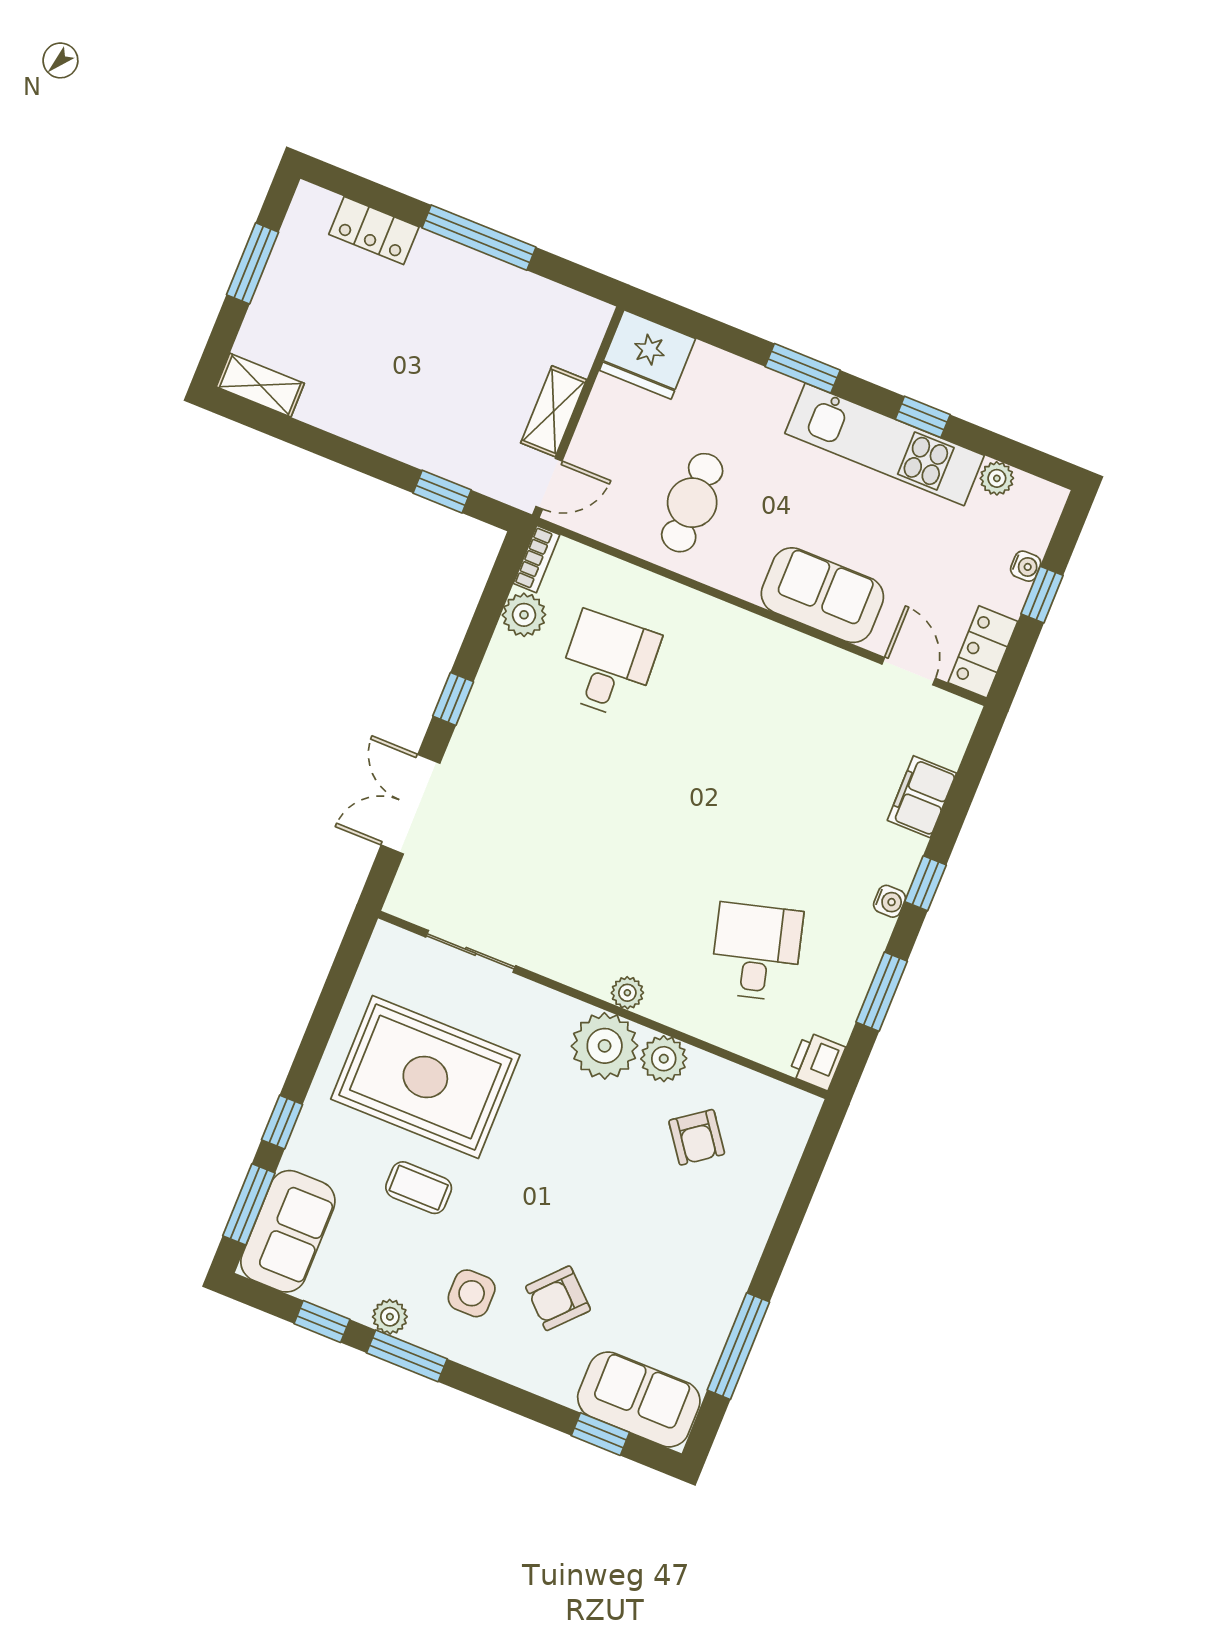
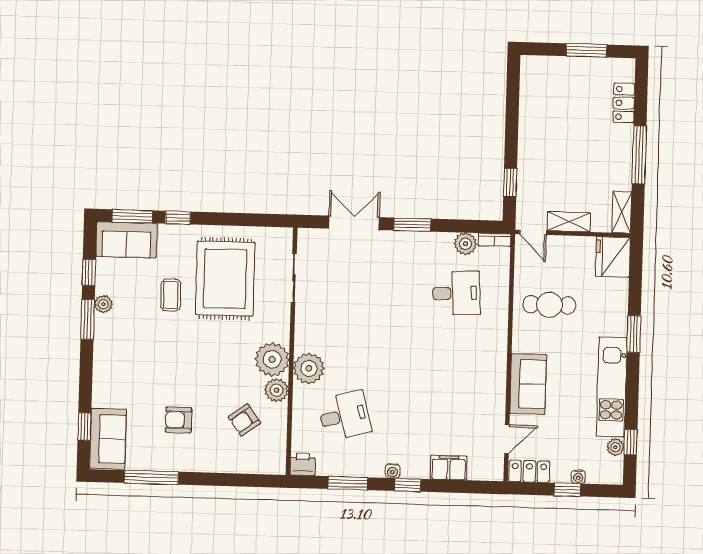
shelving: (260, 385) -> (622, 212), moved
window: (923, 417) -> (631, 442), moved
window: (453, 699) -> (412, 225), width x1.50
plant: (627, 993) -> (309, 368), width x1.88, depth x1.88
side table: (472, 1293) -> (129, 339), removed
armchair: (558, 1298) -> (178, 420), moved, turned -43

